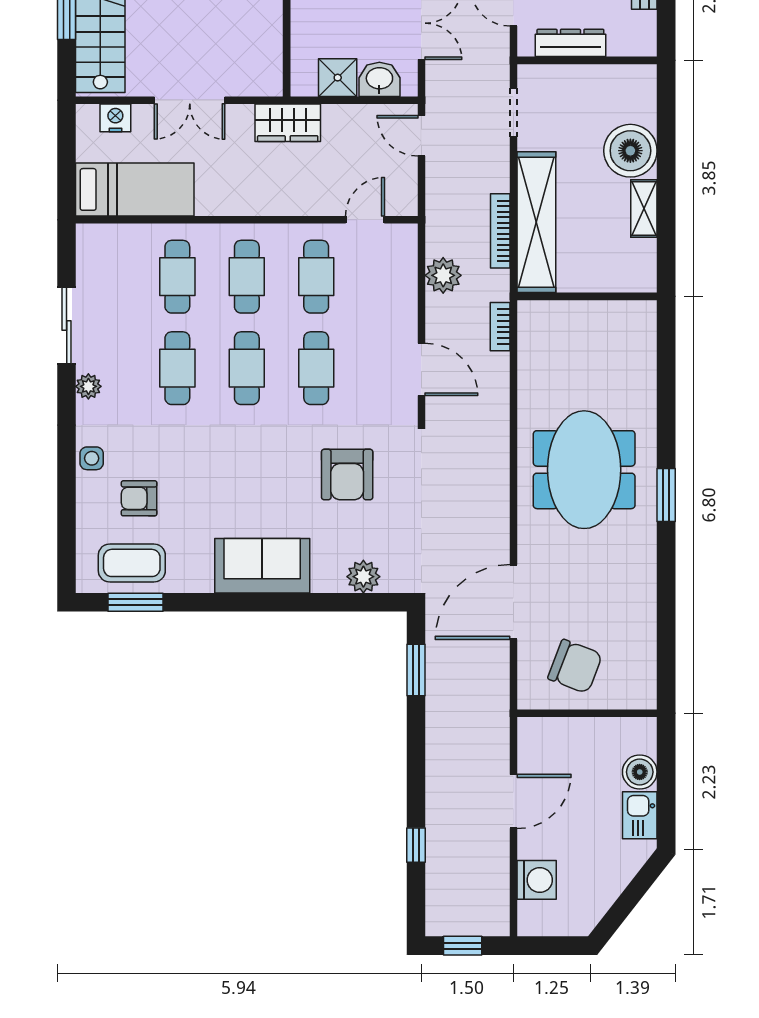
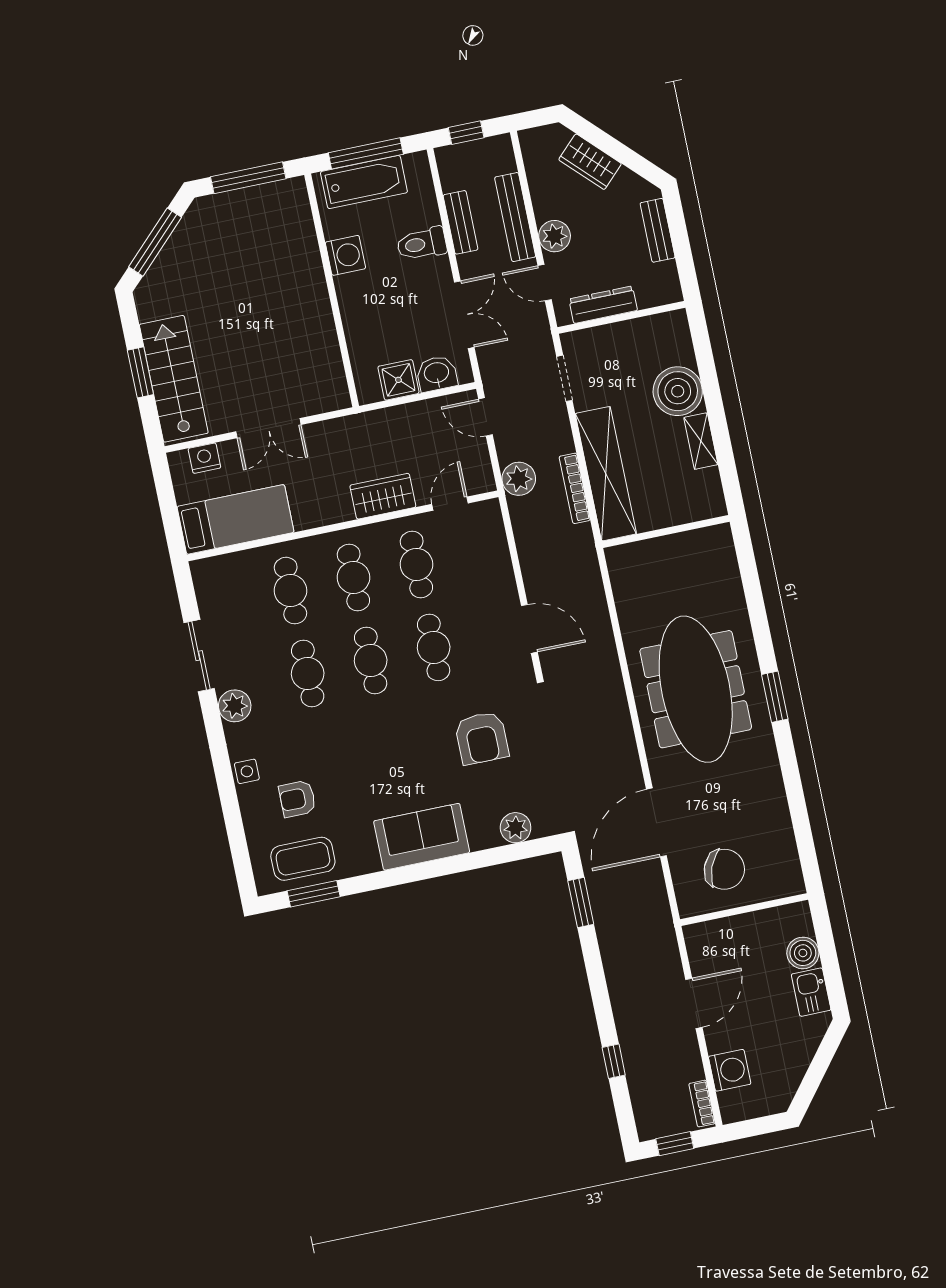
wardrobe: (288, 123) -> (383, 496), moved, turned 180
plant: (443, 275) -> (519, 479), moved
bookcase: (500, 327) -> (702, 1104), moved
plant: (88, 386) -> (235, 706), width x1.38, depth x1.38
meeting table: (584, 470) -> (696, 689), width x1.36

